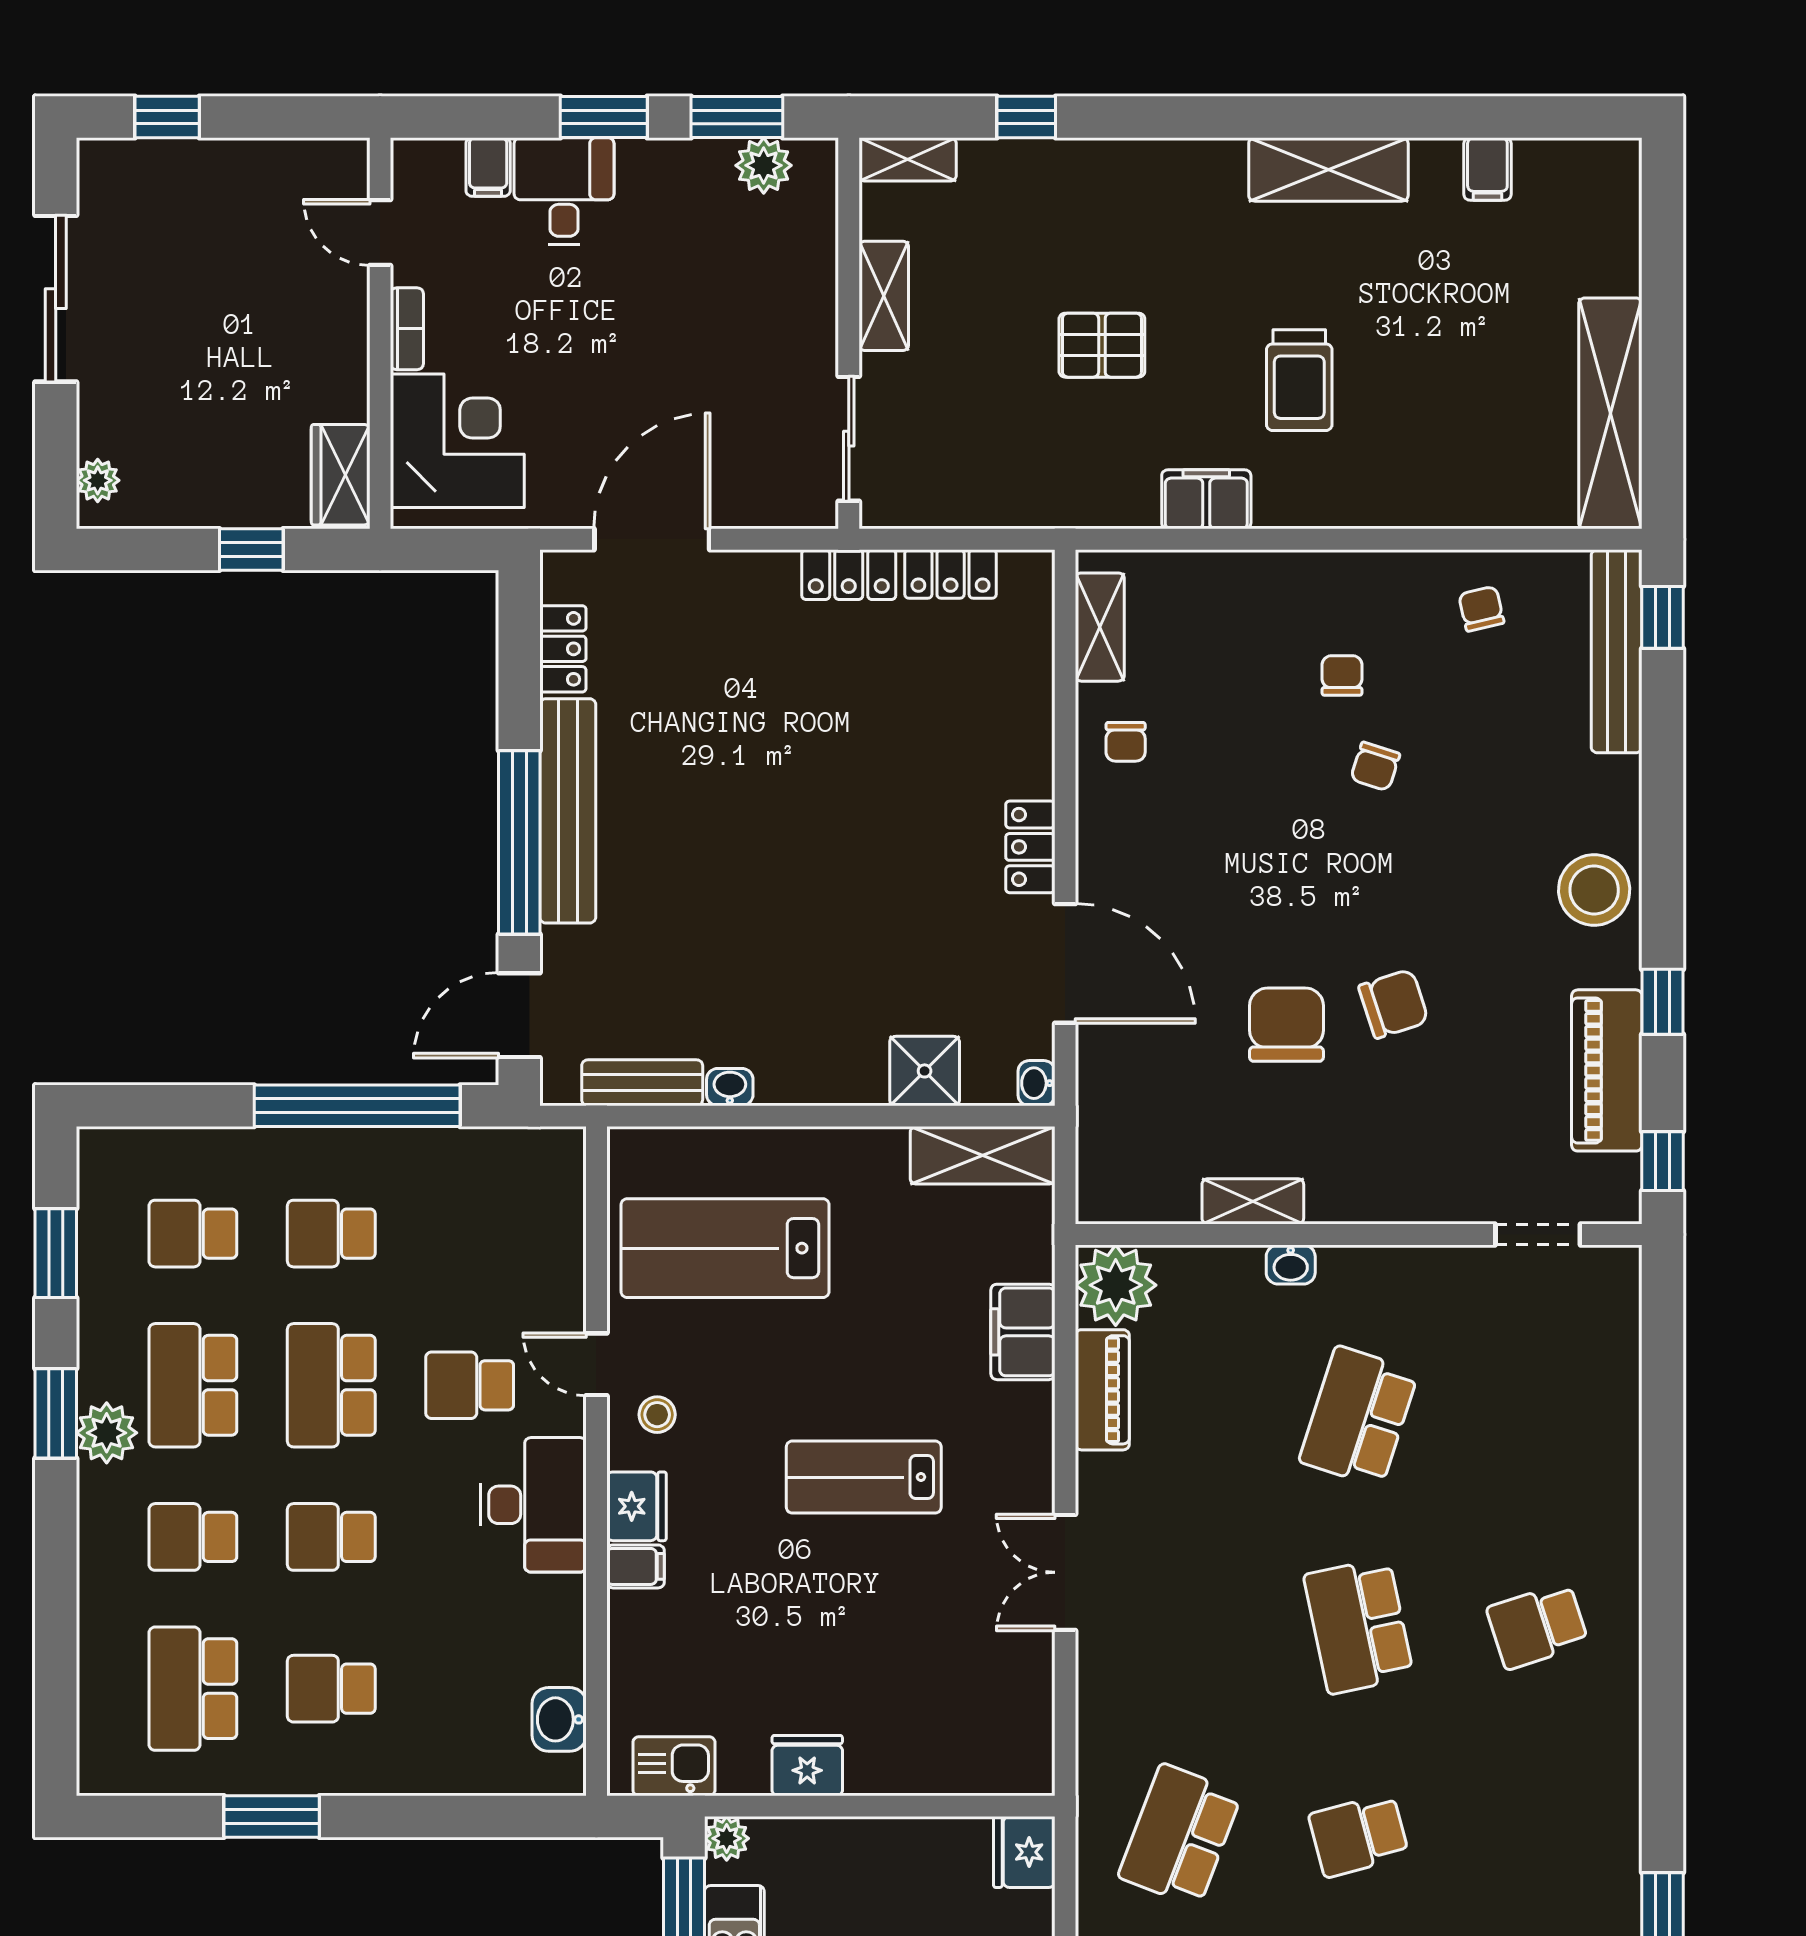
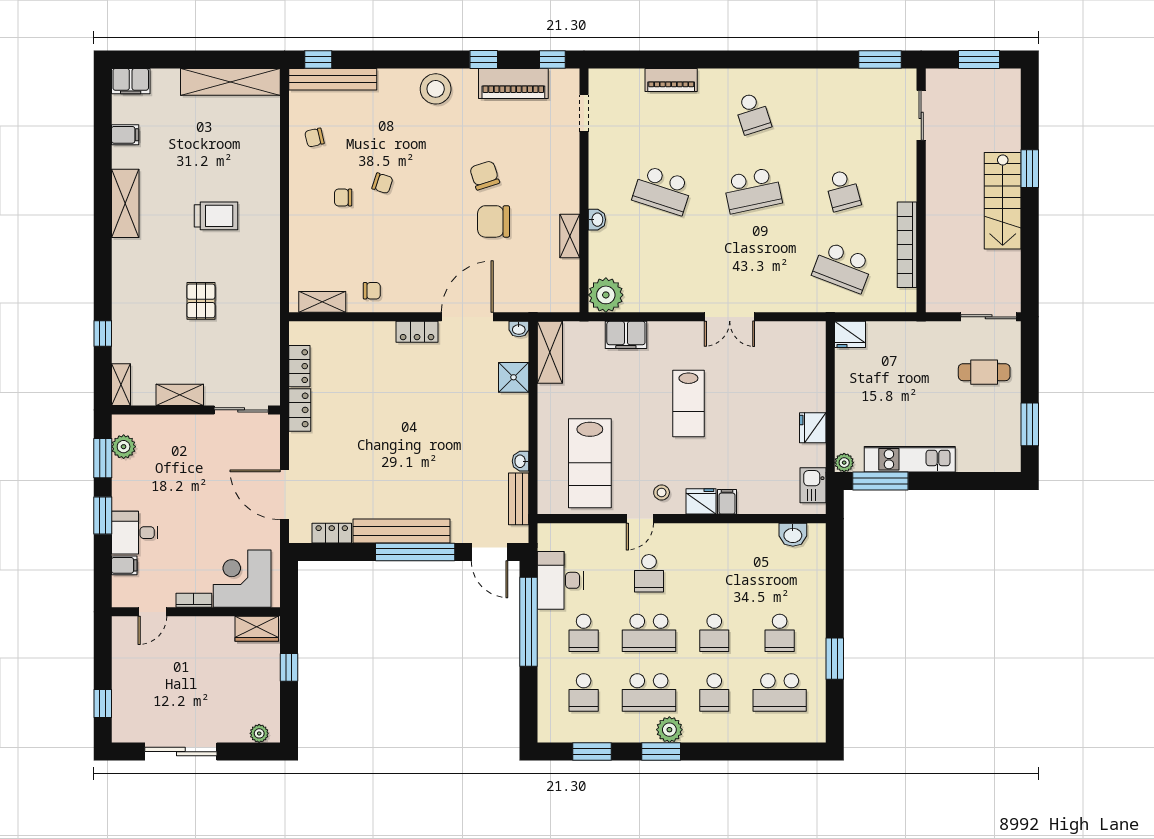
filing cabinet: (1206, 499) -> (131, 81), moved, turned -90
piano: (1102, 1390) -> (671, 80), moved, turned 180
desk: (533, 1505) -> (560, 580), moved, turned -90

